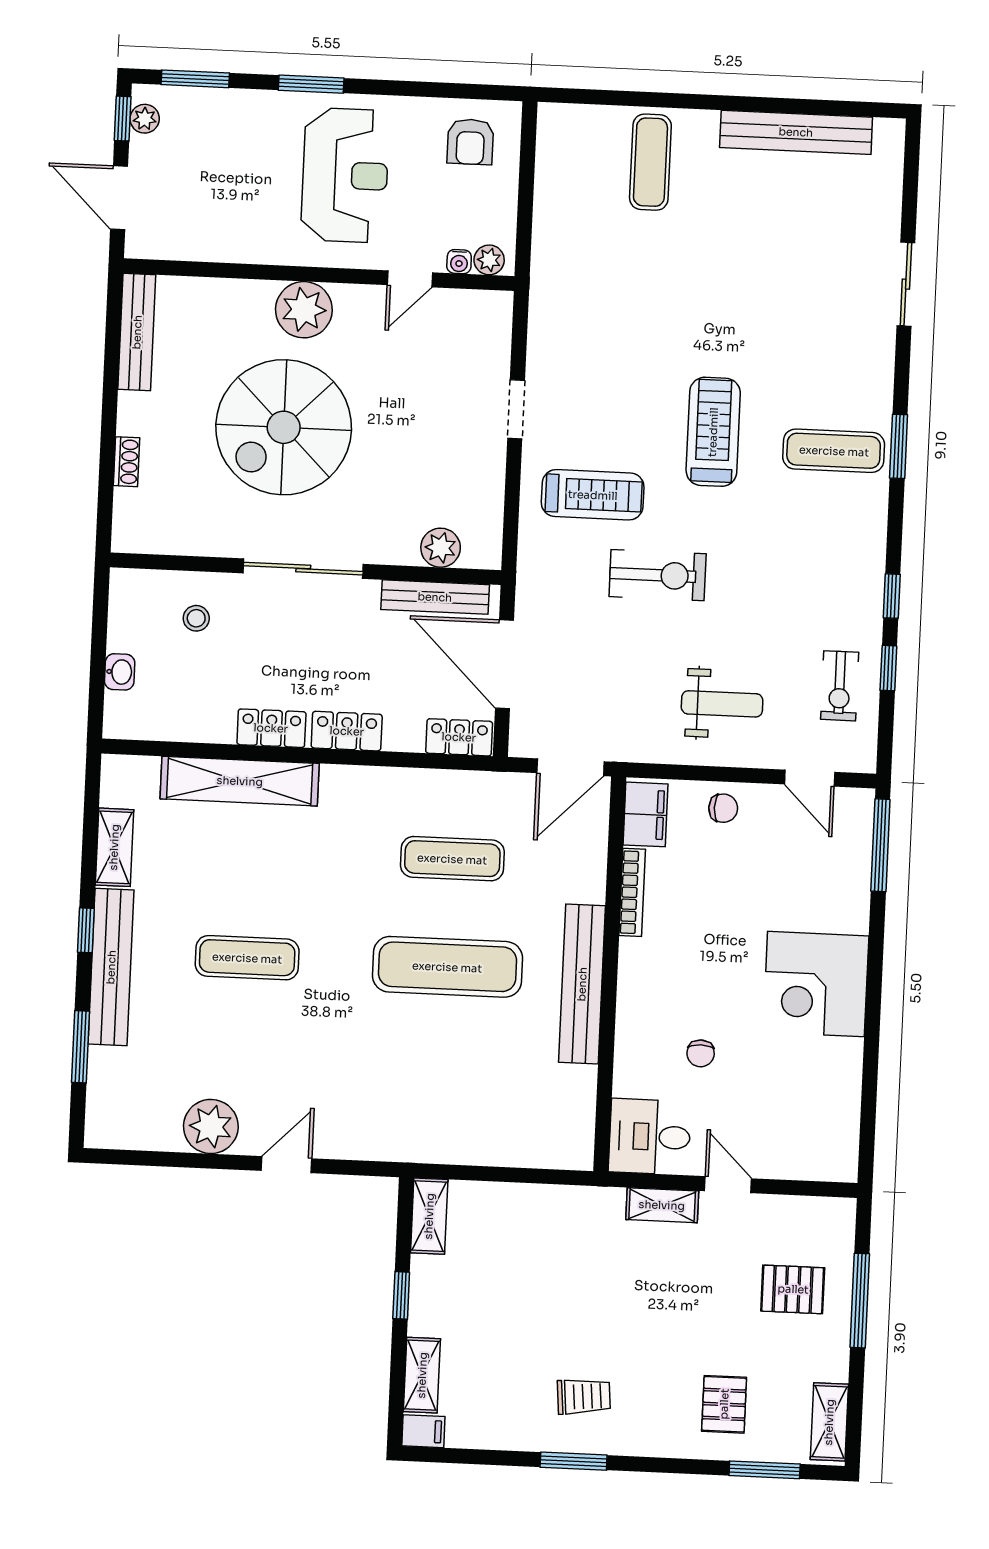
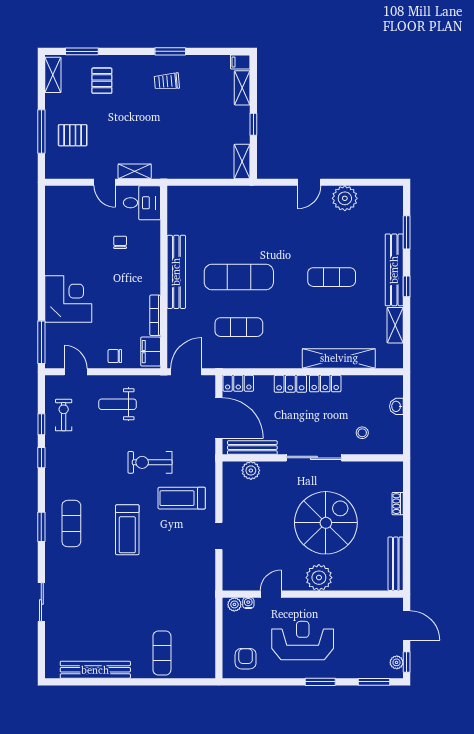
reception desk: (345, 175) -> (303, 641), turned 90
exercise mat: (834, 451) -> (71, 524), turned 90
corner desk: (816, 984) -> (68, 299), moved

